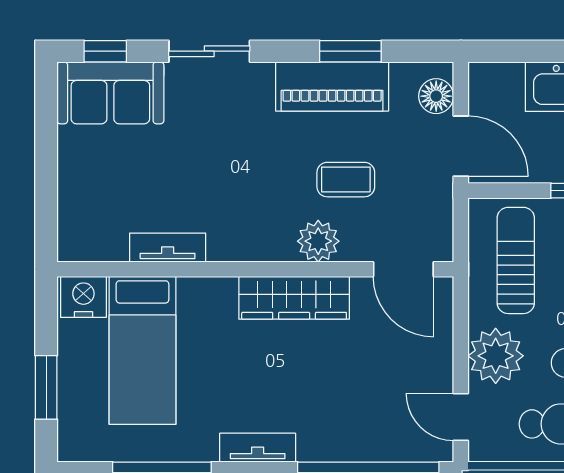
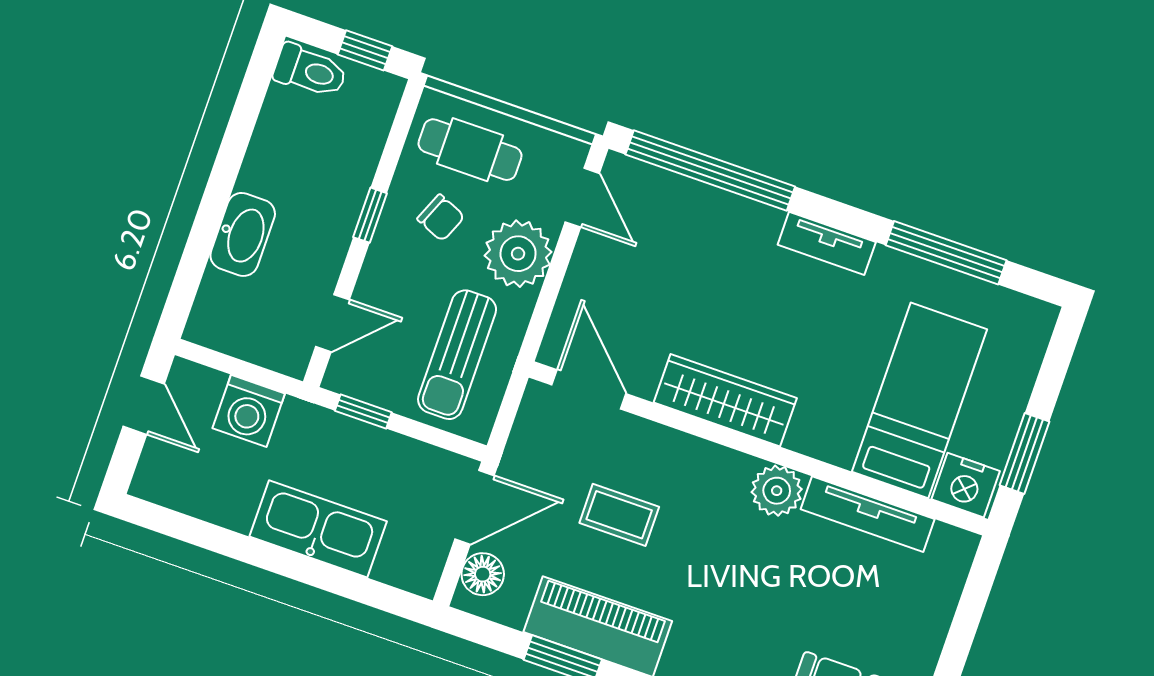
door: (461, 146) -> (474, 507), swing flipped
plant: (318, 241) -> (777, 491), moved
tv unit: (168, 248) -> (868, 514), width x1.41
window: (46, 387) -> (1024, 453), moved

